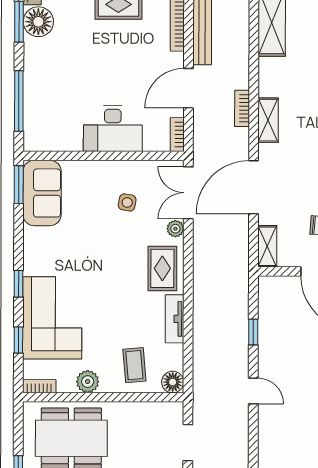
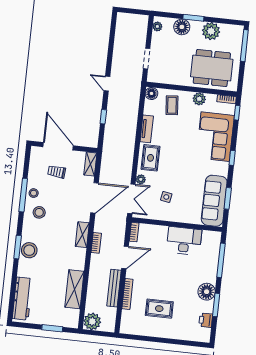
floor lamp: (38, 22) -> (207, 292), moved
desk: (113, 128) -> (184, 241), moved
window: (19, 185) -> (228, 198), moved
sofa: (42, 193) -> (214, 201), width x1.36
window: (18, 340) -> (237, 113), moved

